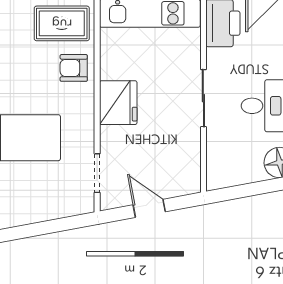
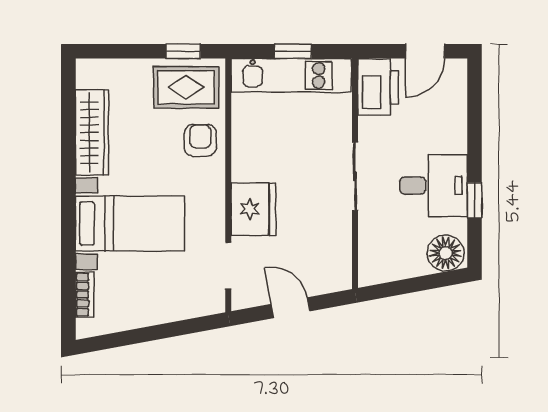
armchair: (74, 68) -> (200, 140), turned 90
fridge: (118, 103) -> (253, 209), moved

